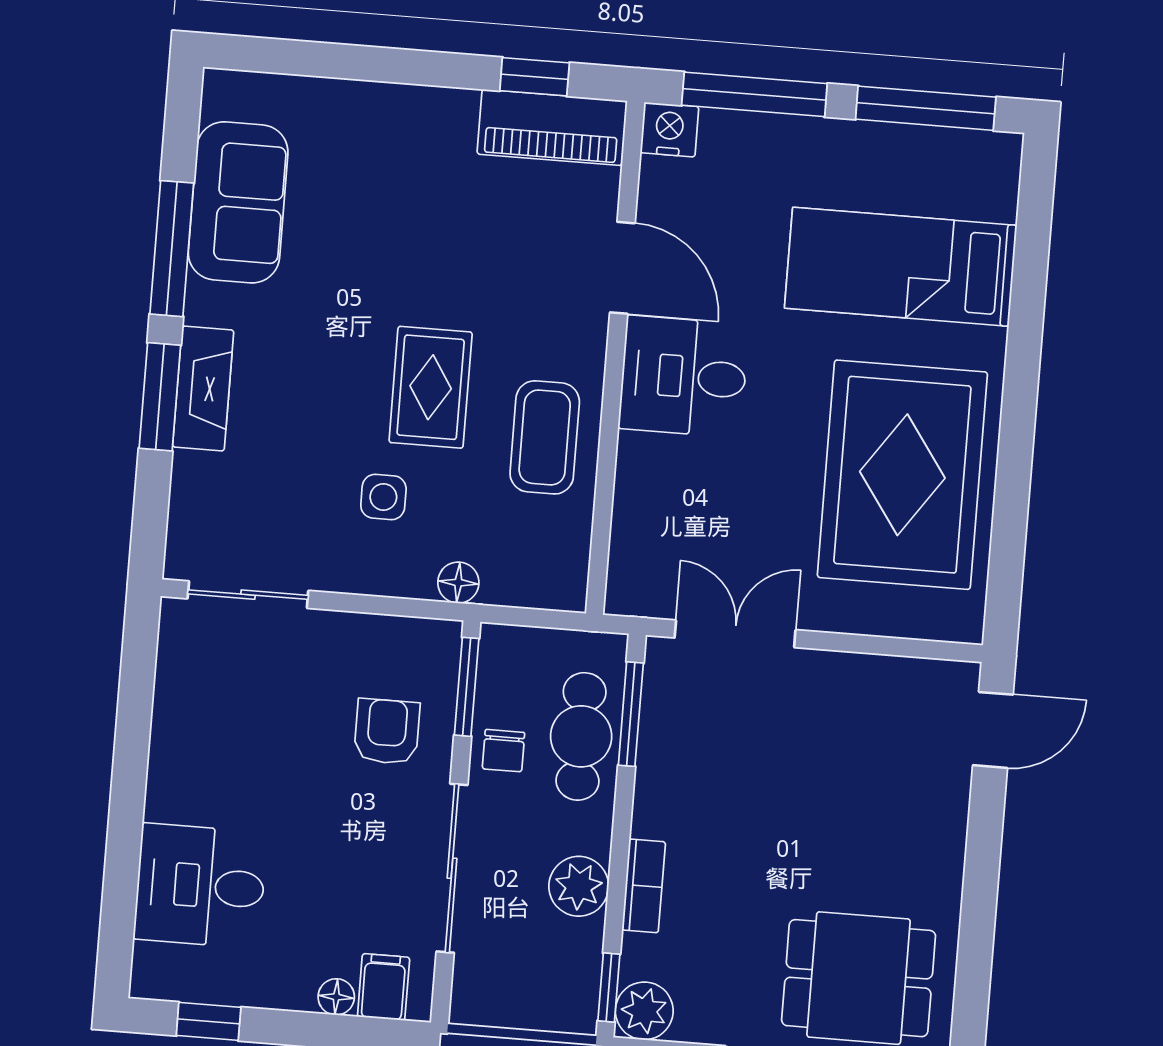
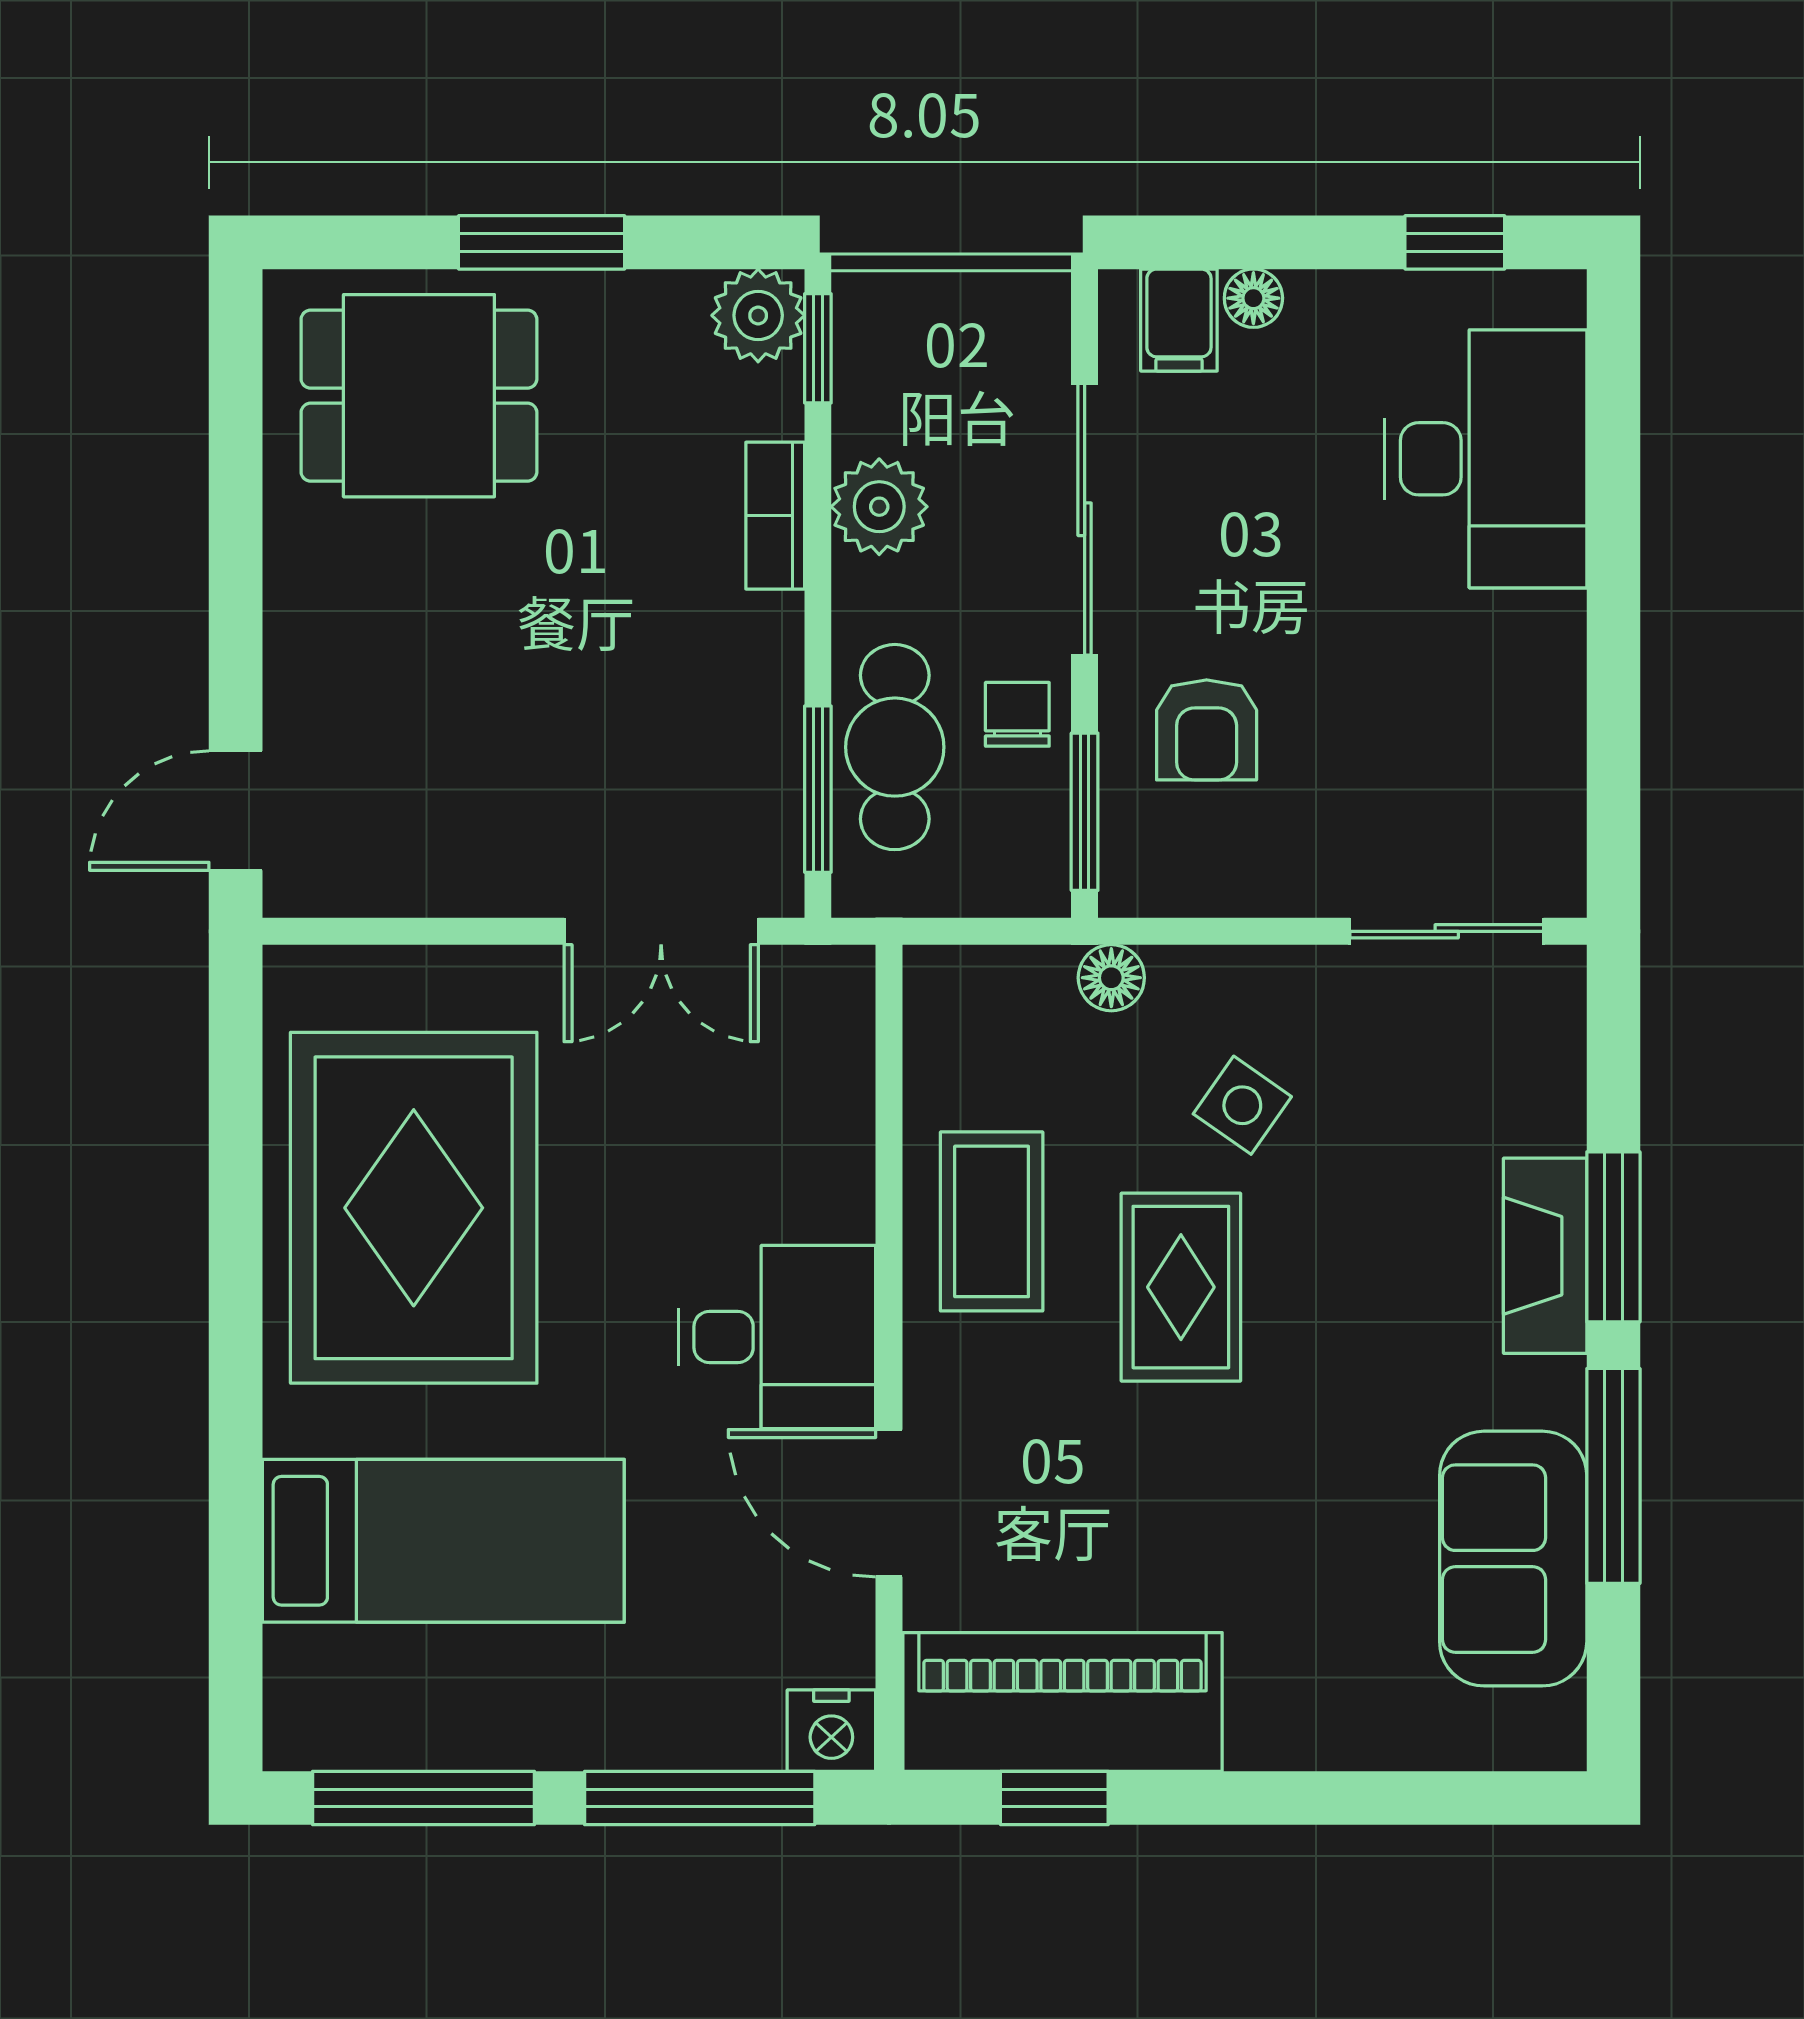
piano: (552, 127) -> (1062, 1702), width x1.37, depth x1.33
side table: (383, 497) -> (1242, 1105), turned 35
desk: (200, 886) -> (1485, 459), width x1.37

